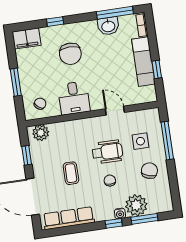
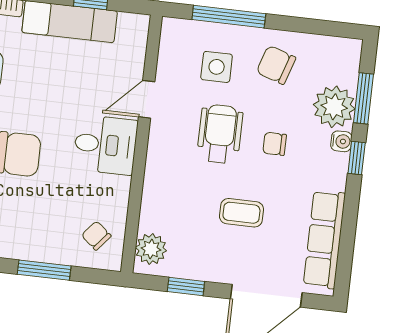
desk: (74, 98) -> (105, 145), moved

